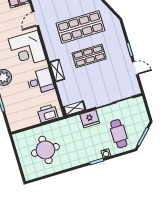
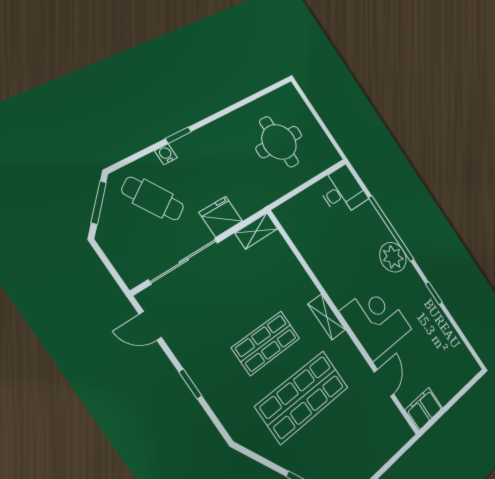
door: (135, 68) -> (150, 326), moved
shelving: (57, 71) -> (327, 317), moved
desk: (40, 81) -> (342, 191), moved, turned 180
printer: (48, 113) -> (300, 210), removed
cafe table: (119, 134) -> (153, 199), turned -32

